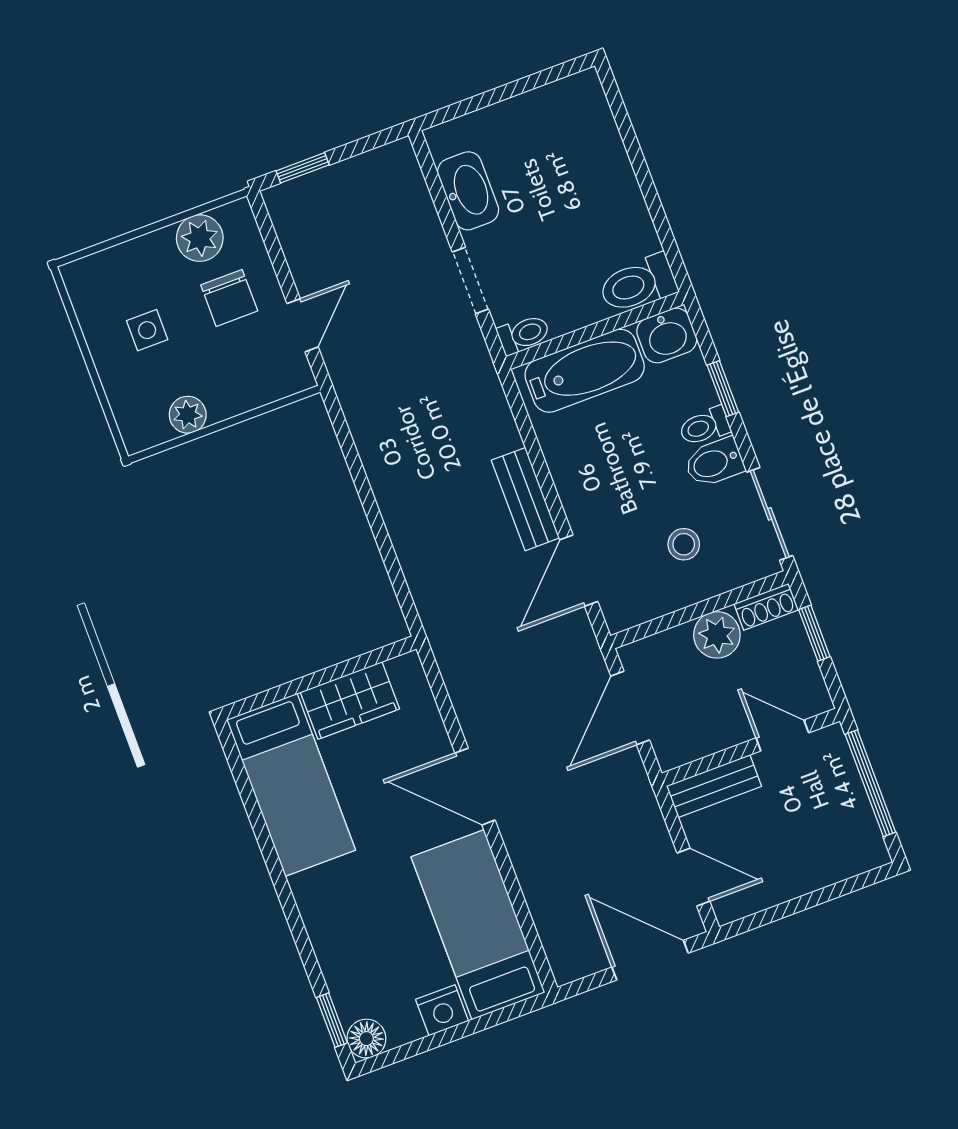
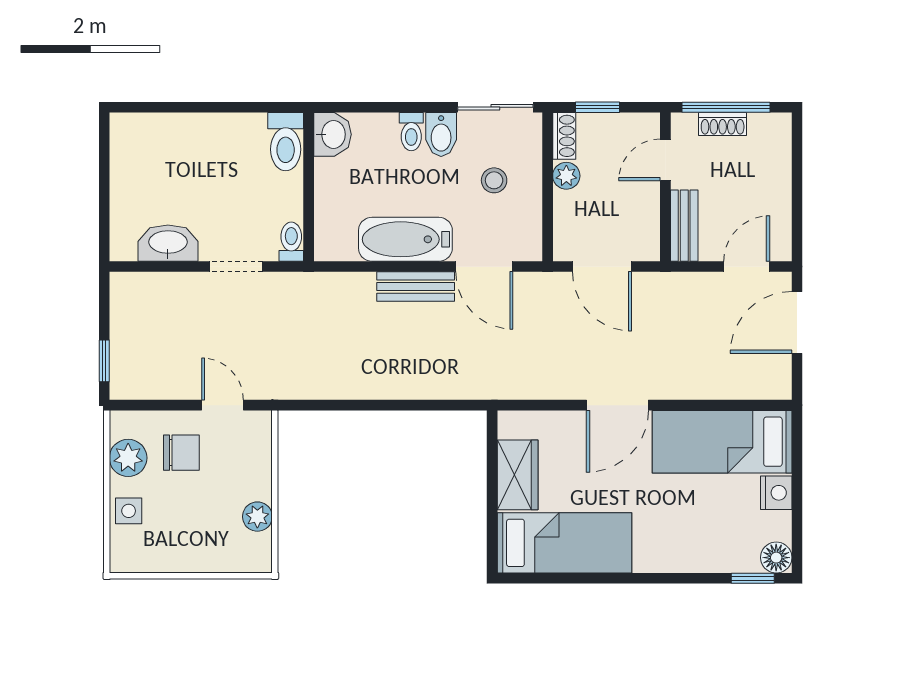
side table: (147, 330) -> (129, 511), moved
bathtub: (585, 371) -> (405, 239), moved, turned -90
window: (723, 389) -> (388, 107), removed
plant: (717, 635) -> (566, 176), width x0.73, depth x0.73
shoe rack: (849, 787) -> (723, 124), added

